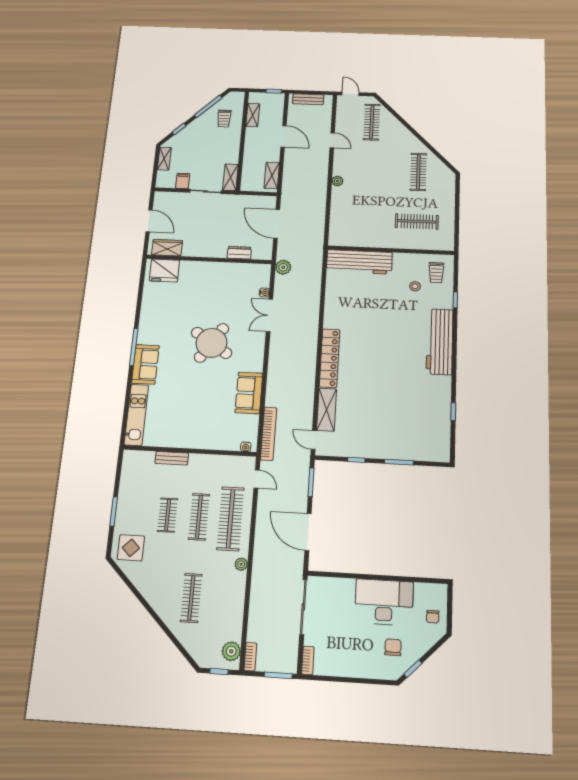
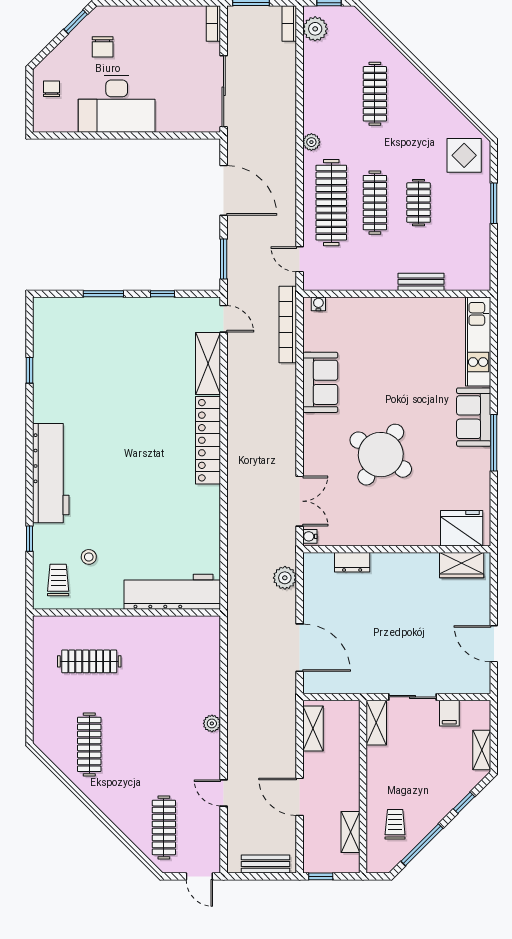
wardrobe: (167, 248) -> (462, 565), moved
dresser: (239, 253) -> (352, 562), moved
wall: (209, 259) -> (397, 549), moved
fridge: (164, 270) -> (462, 528), moved

